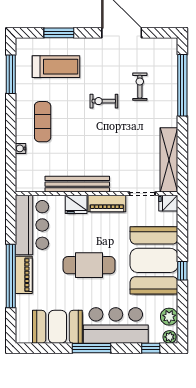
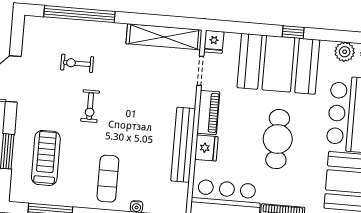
exercise mat: (43, 122) -> (108, 179), turned 90

